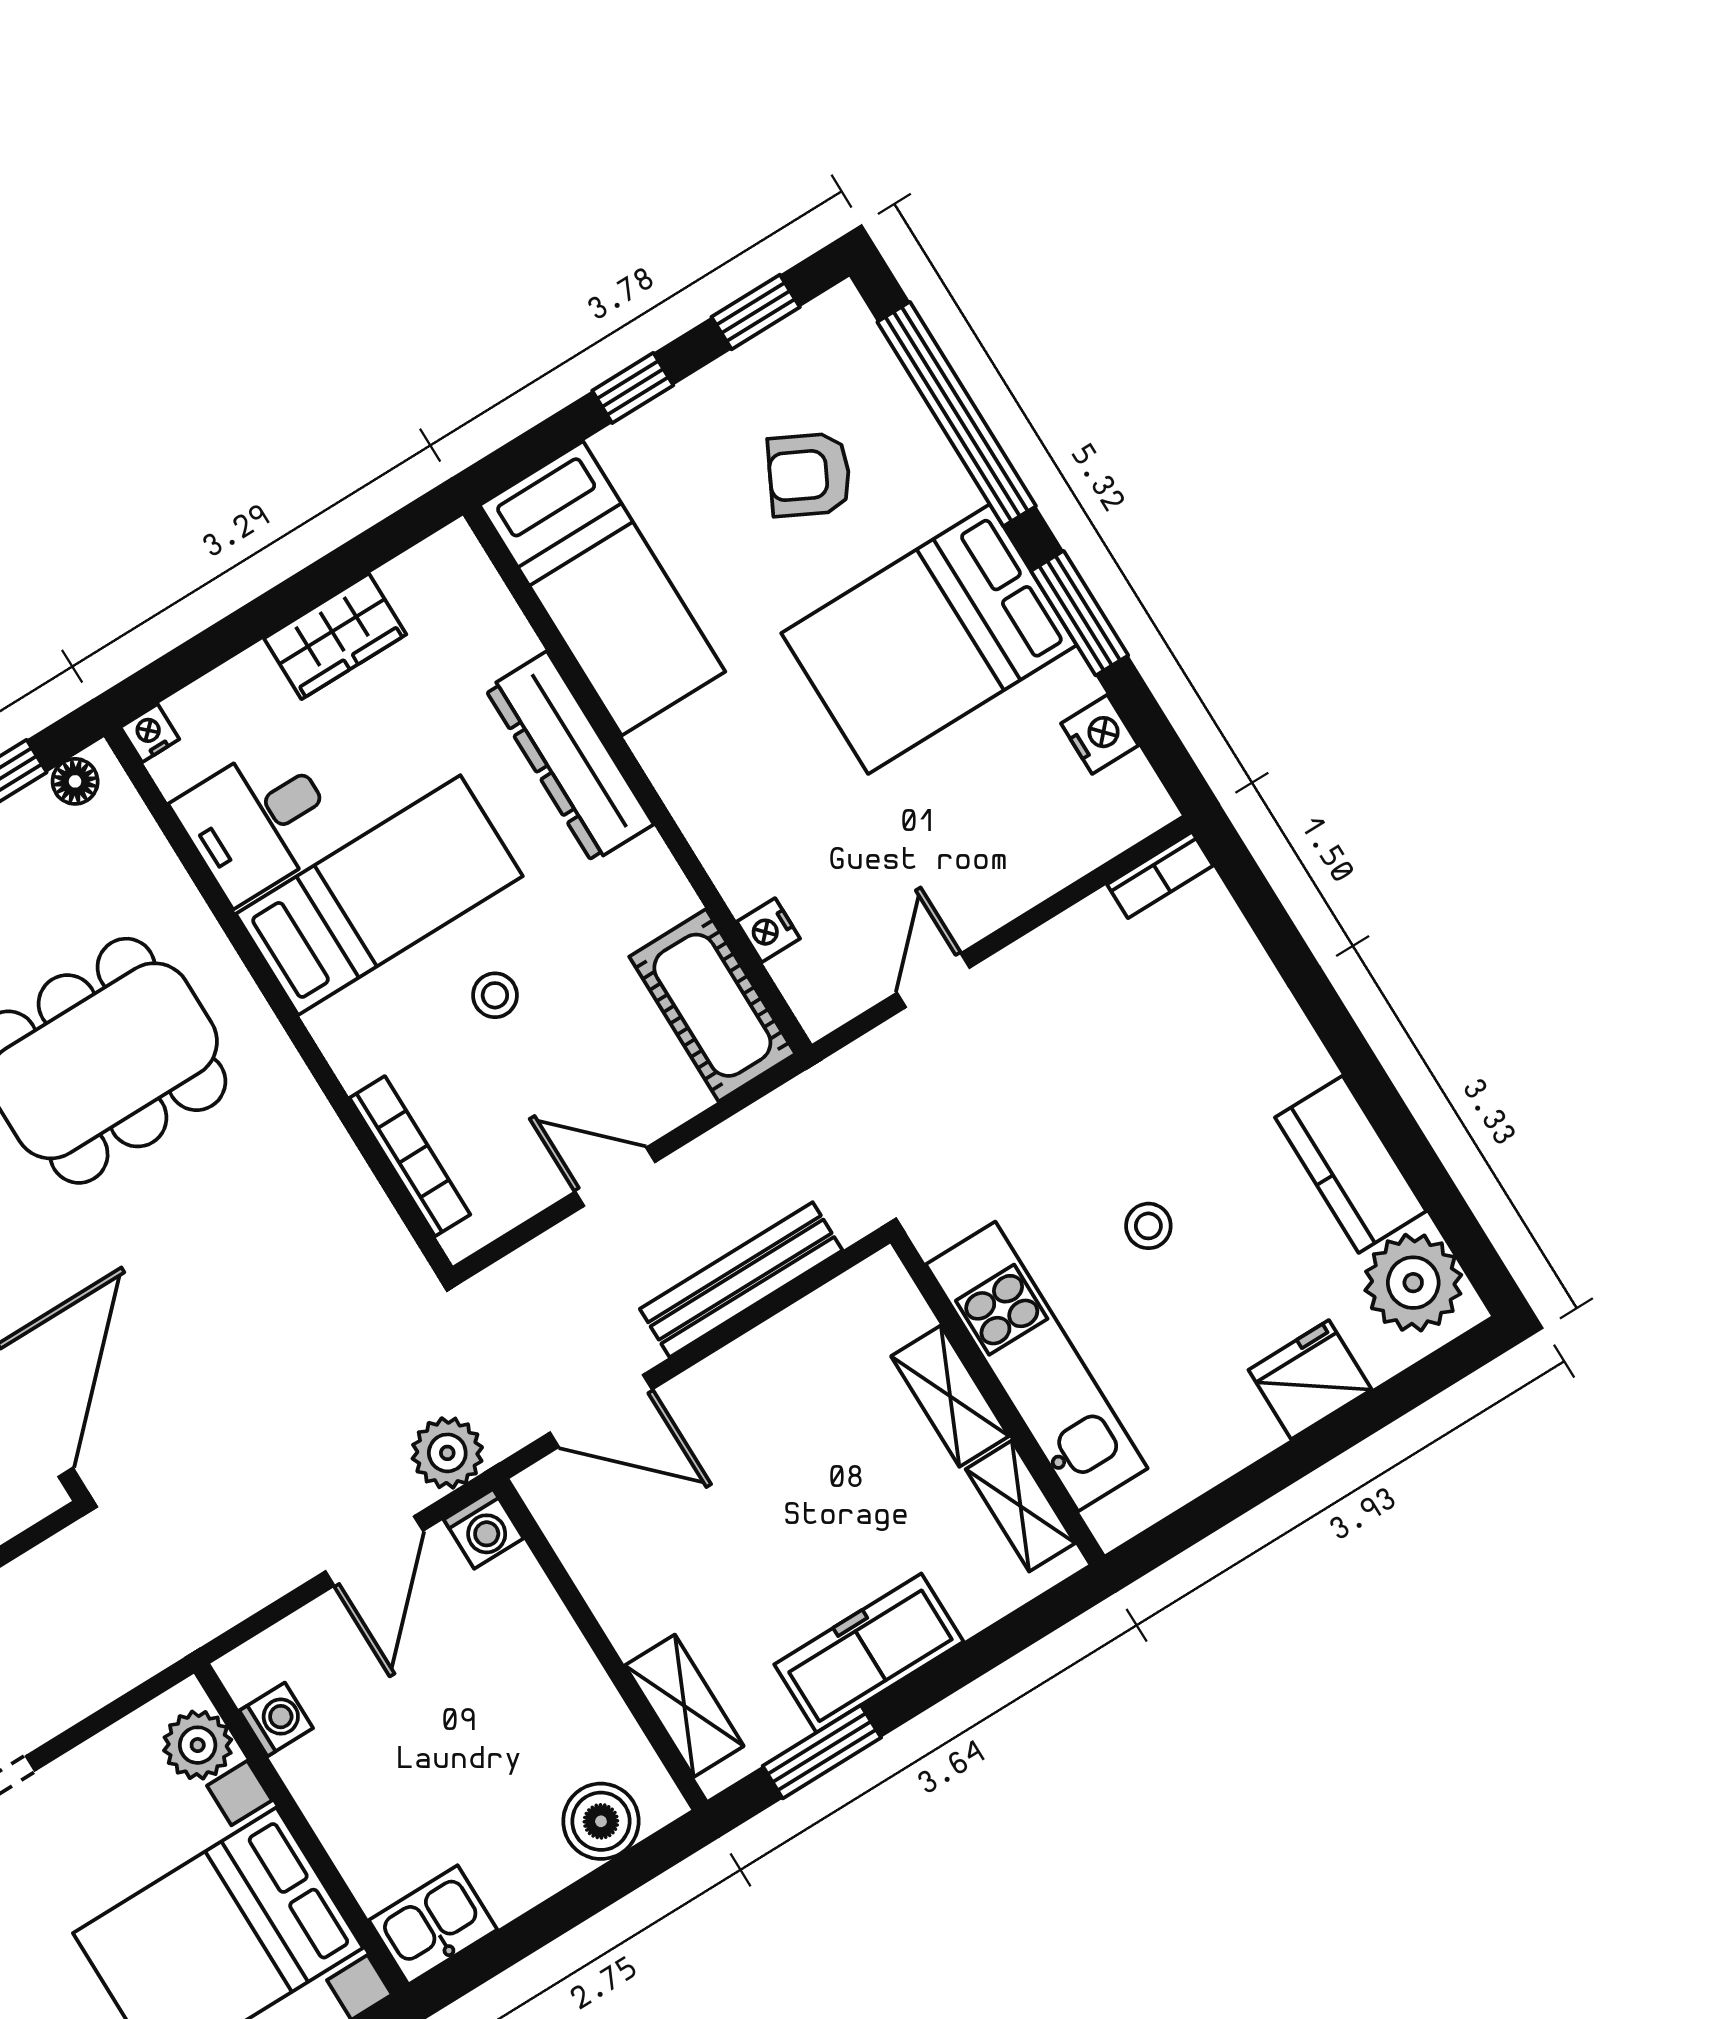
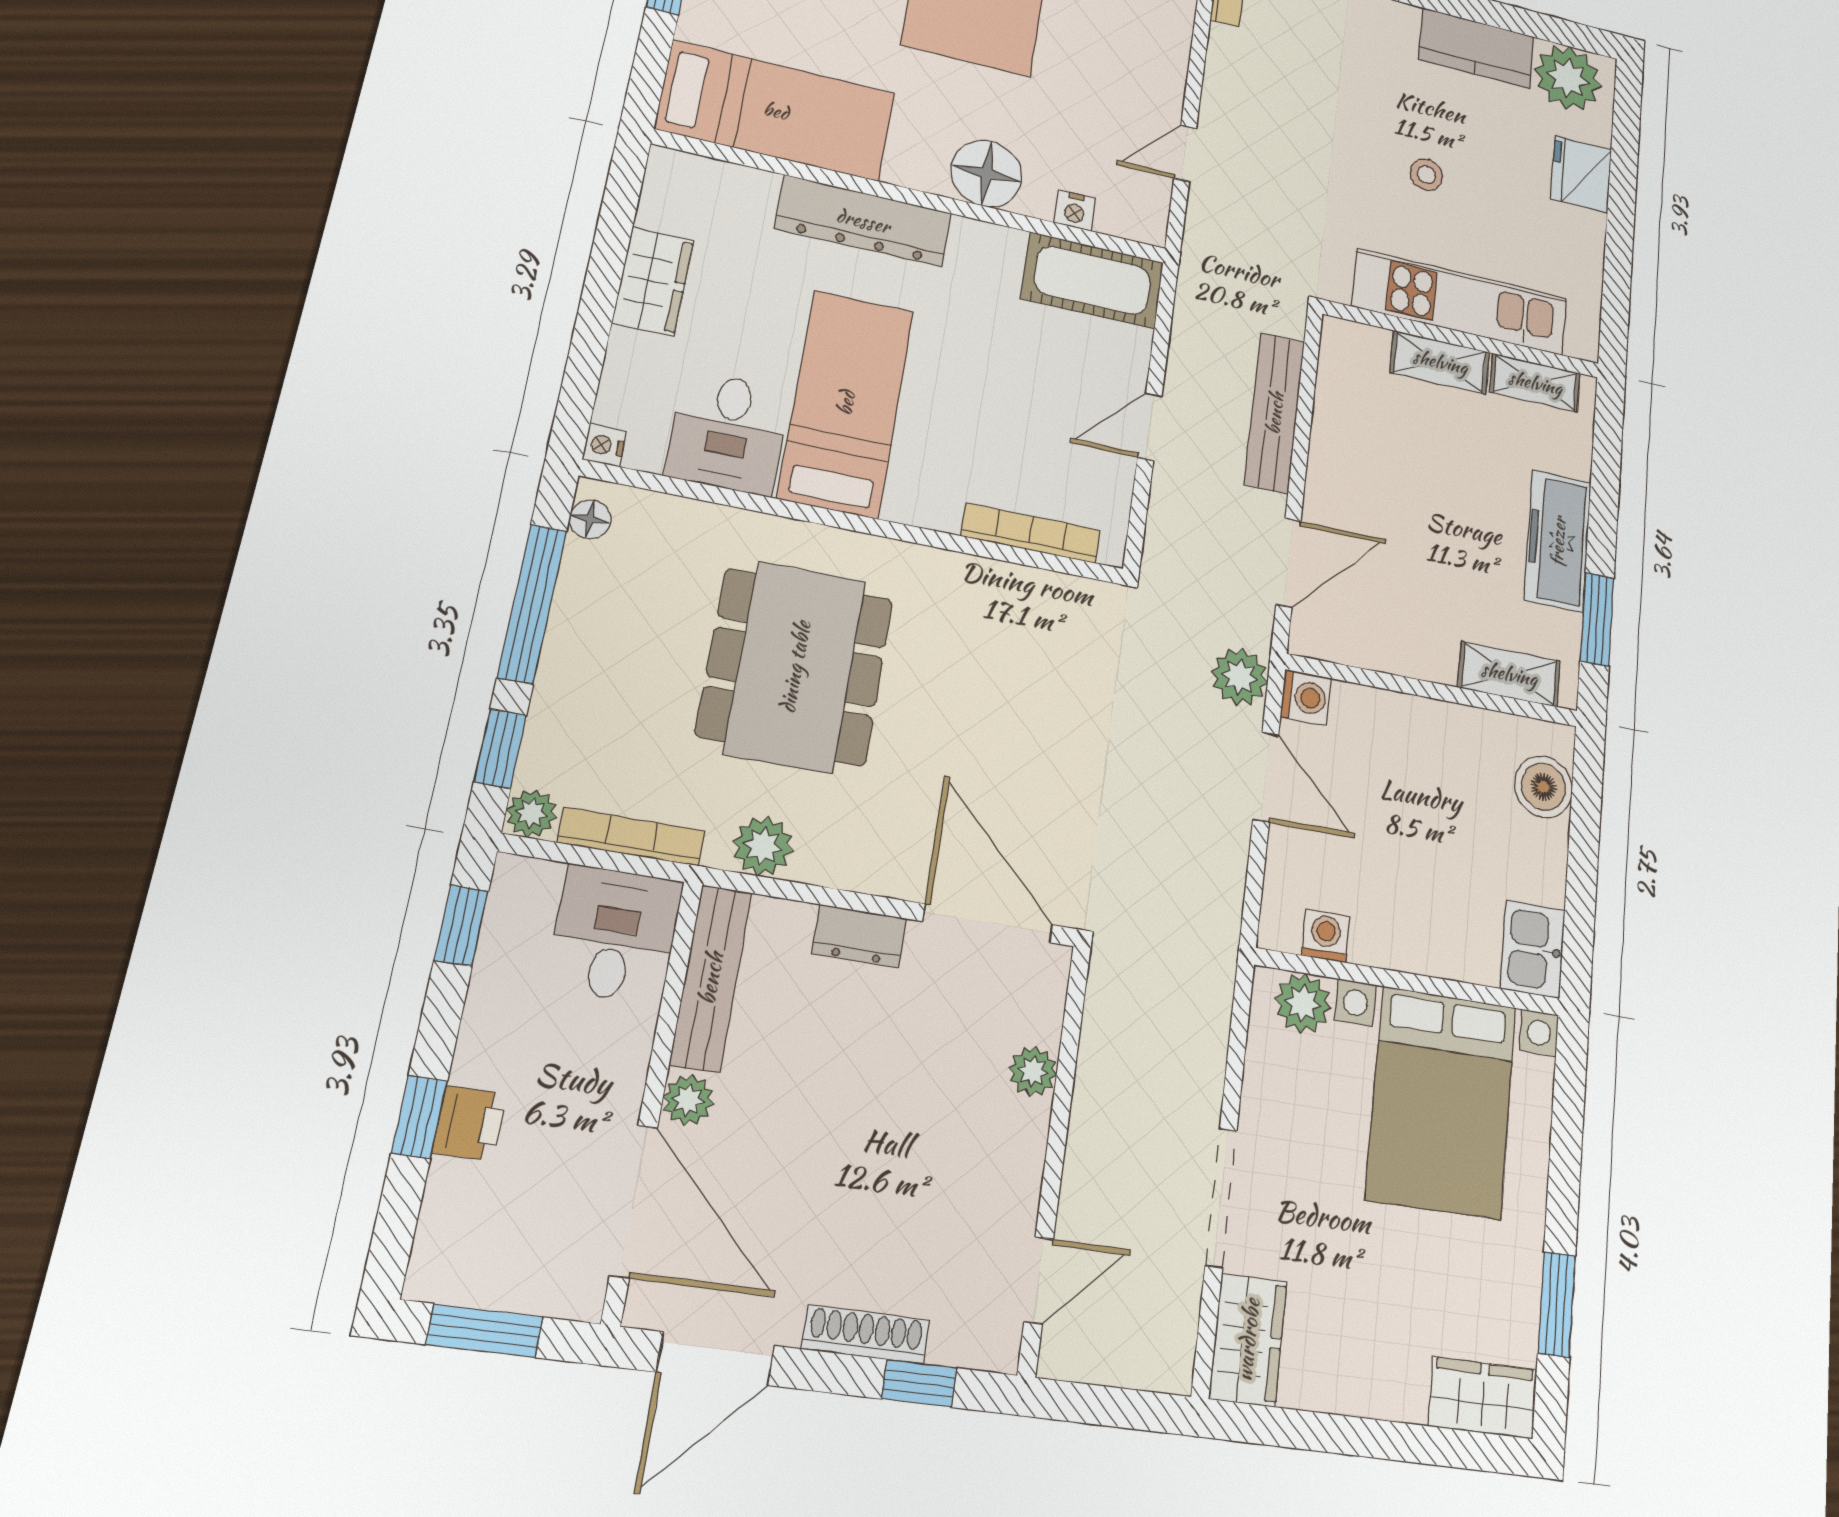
floor lamp: (726, 821) -> (987, 174), added
door: (933, 980) -> (1185, 153), hinge flipped
stool: (495, 995) -> (974, 394), removed

